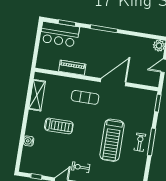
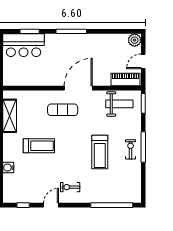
piano: (72, 68) -> (125, 80), moved
door: (113, 82) -> (78, 88), moved
weight bench: (136, 100) -> (119, 104), added
treadmill: (112, 140) -> (100, 152), width x0.73, depth x0.73

